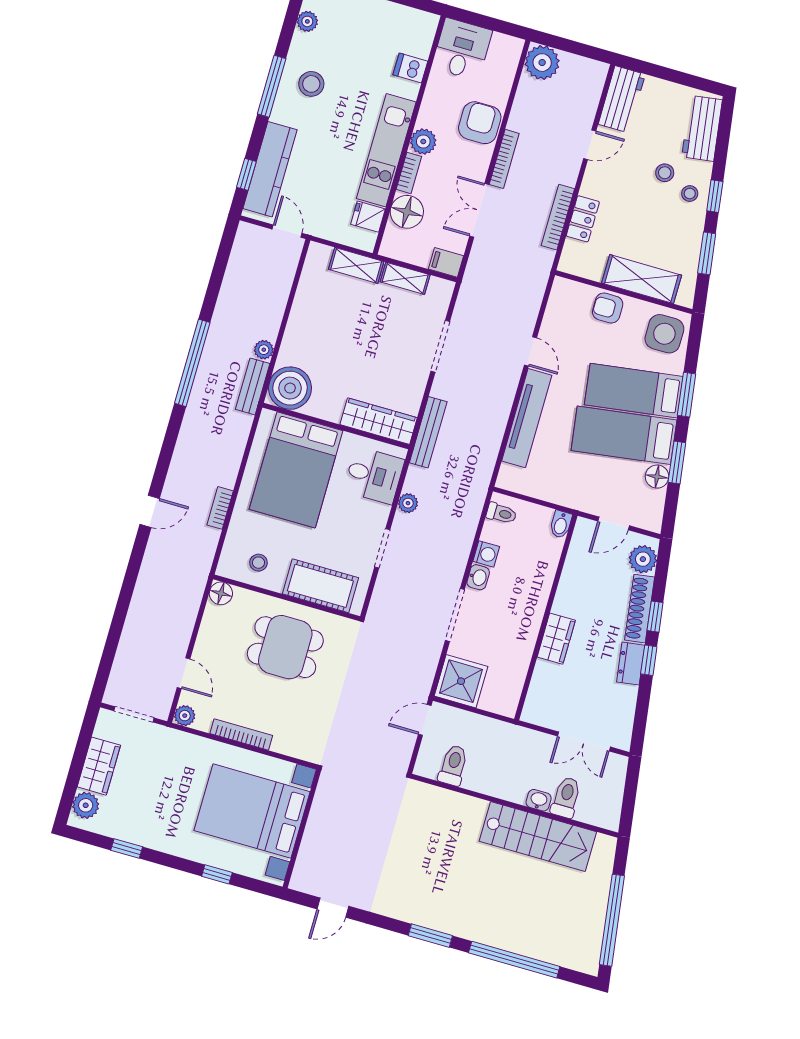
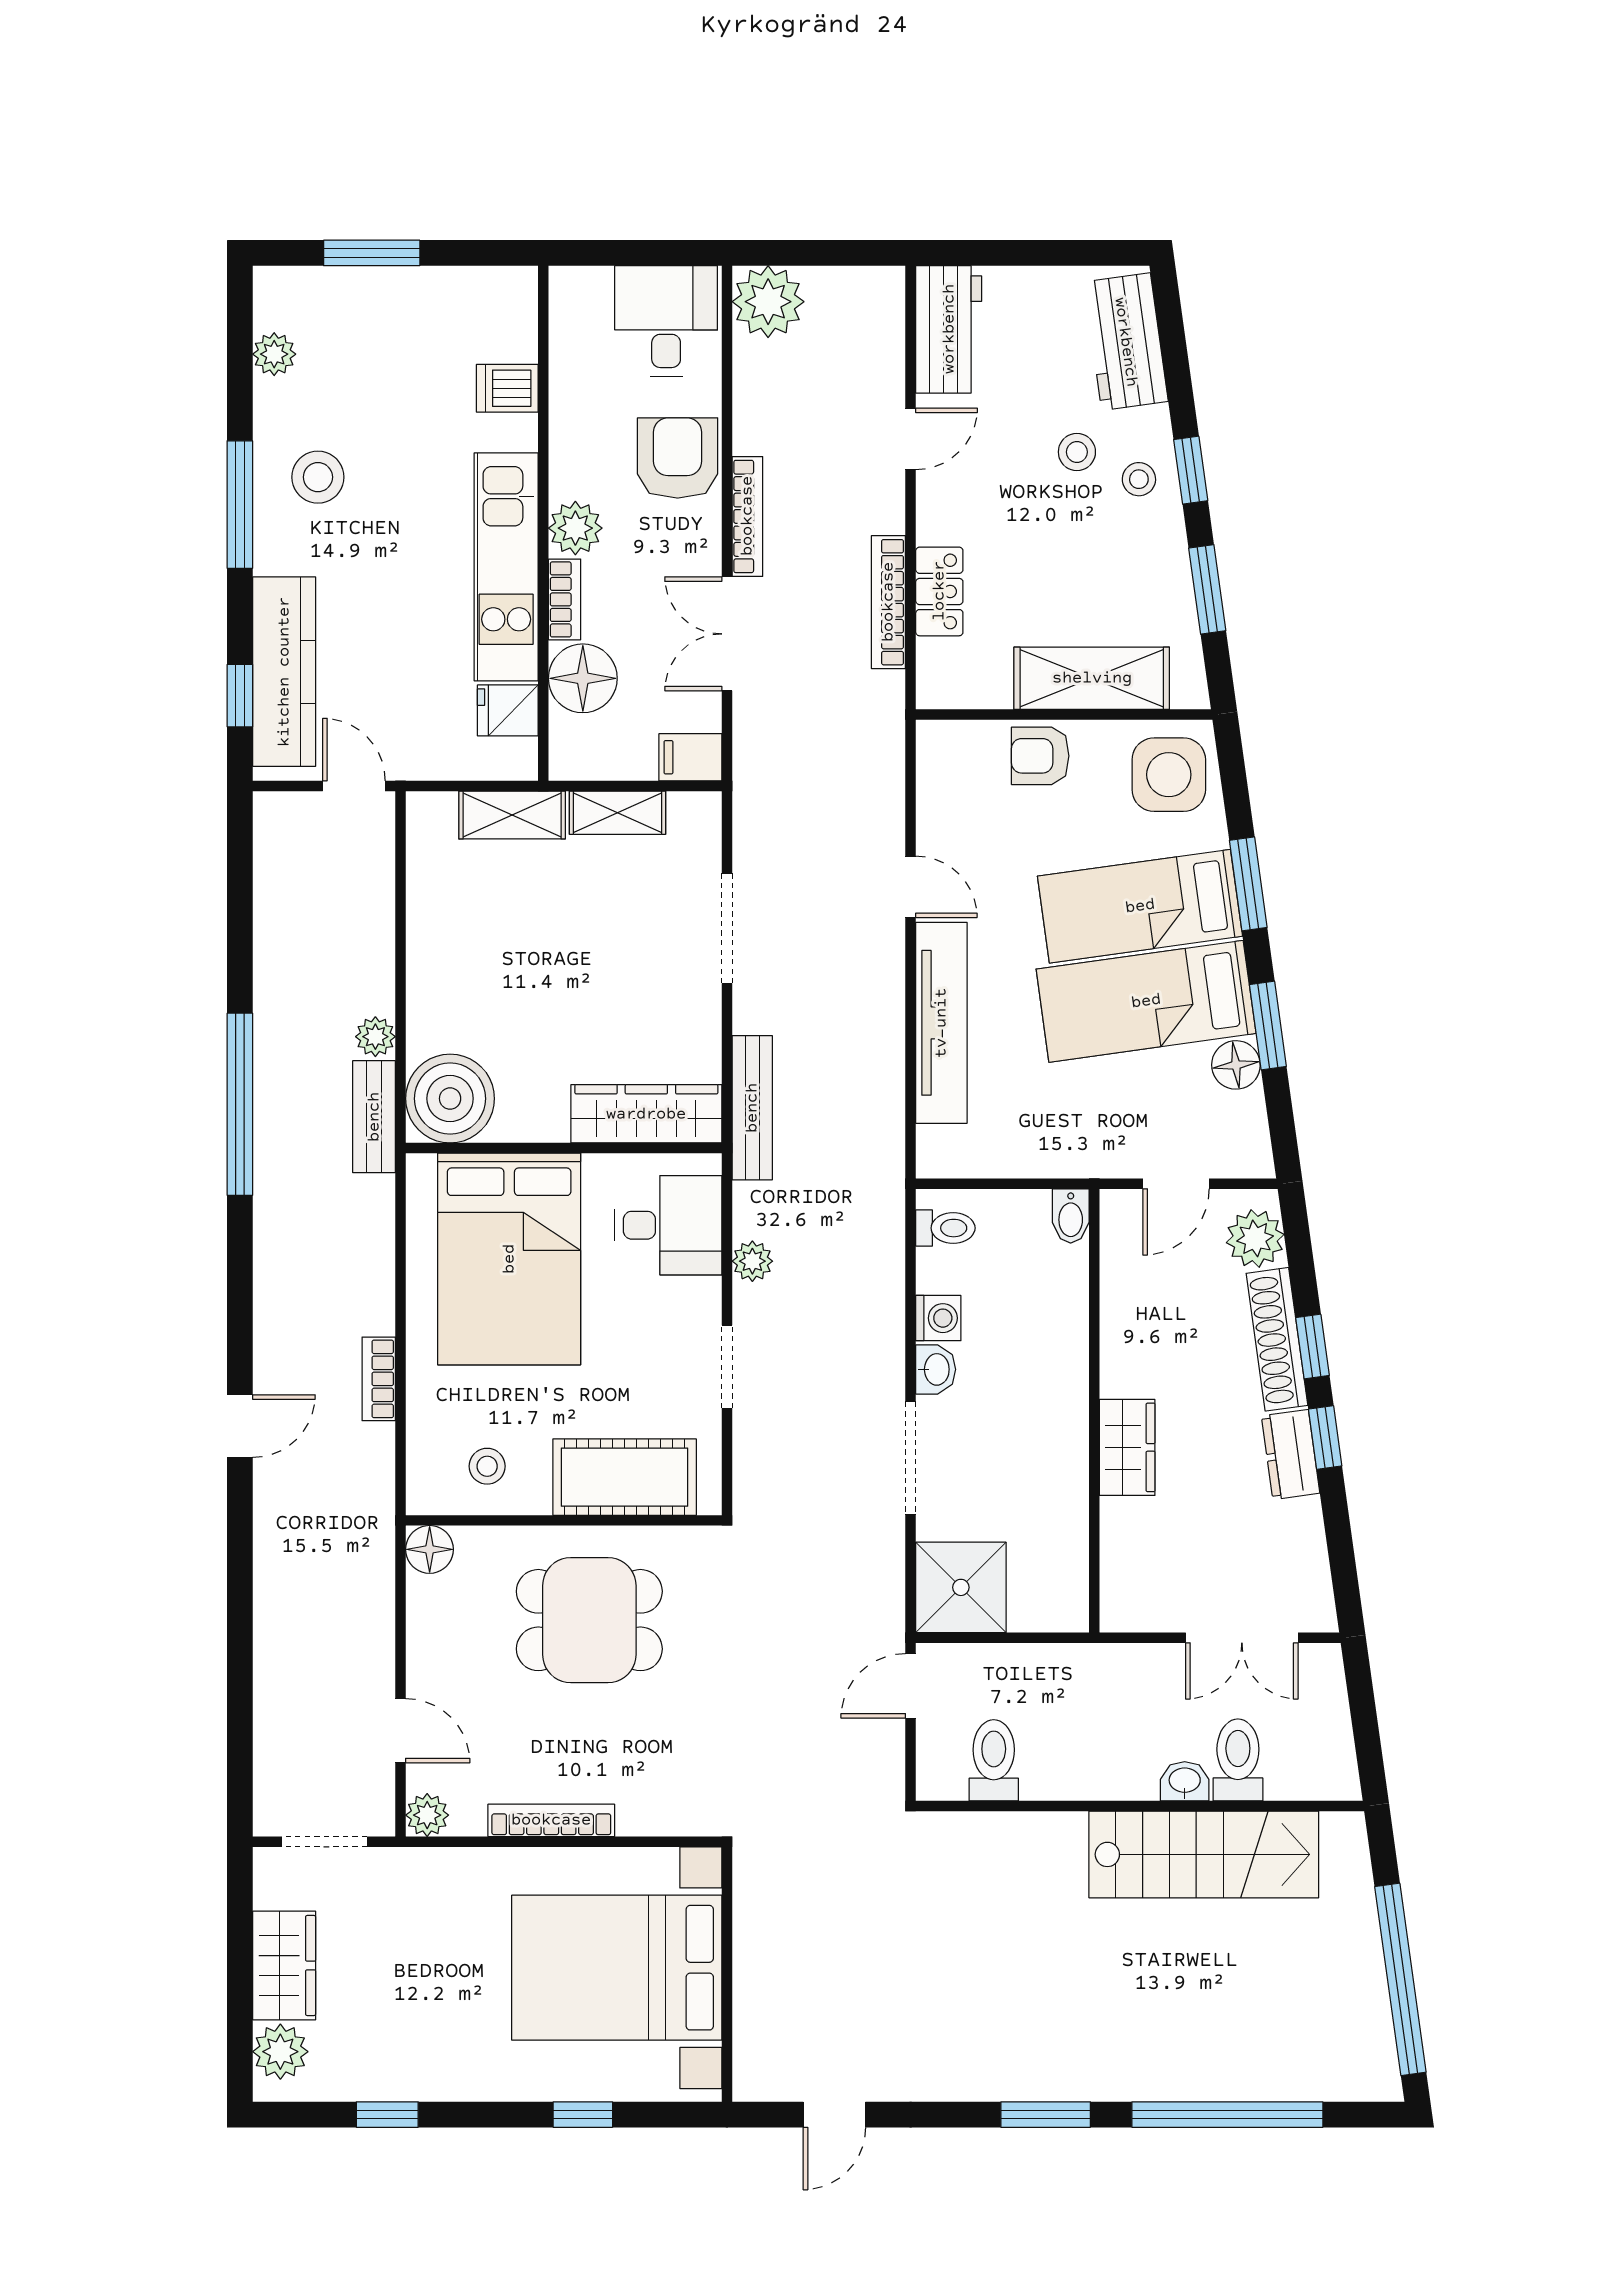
desk: (462, 49) -> (666, 321), moved

